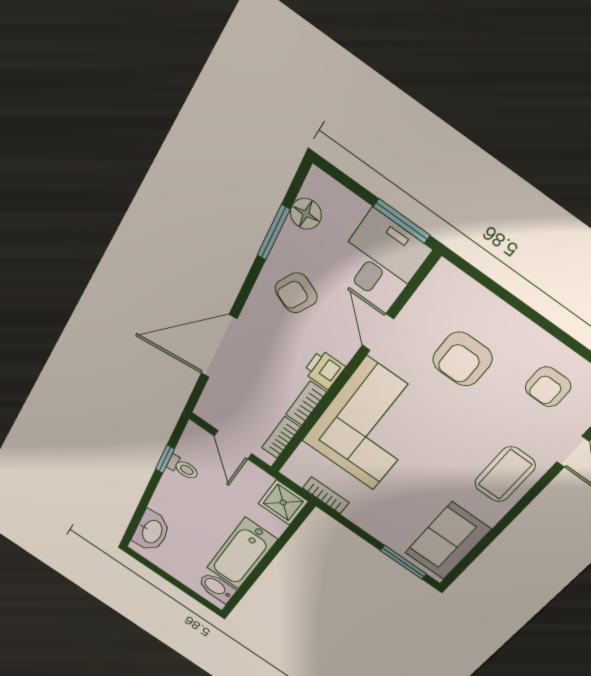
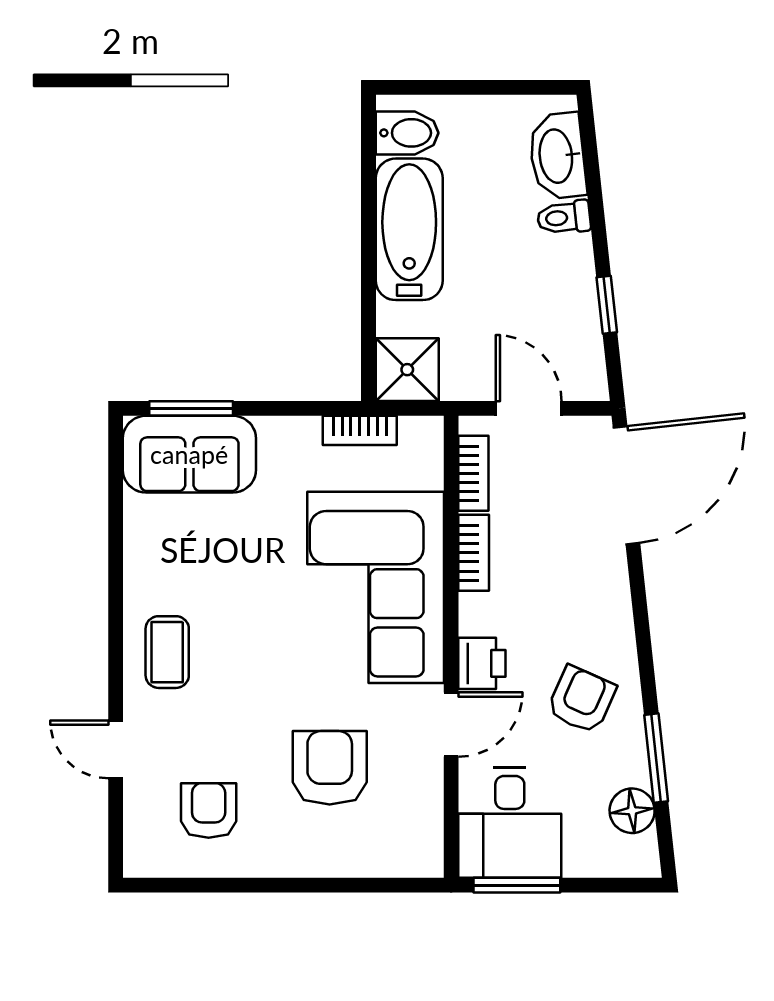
door: (378, 332) -> (451, 724), hinge flipped
door: (219, 346) -> (626, 485), moved
printer: (324, 370) -> (482, 663), moved
toilet: (183, 468) -> (564, 217), moved
coffee table: (505, 474) -> (167, 652), width x0.73, depth x0.77
sofa: (448, 541) -> (189, 454), moved, turned 90

